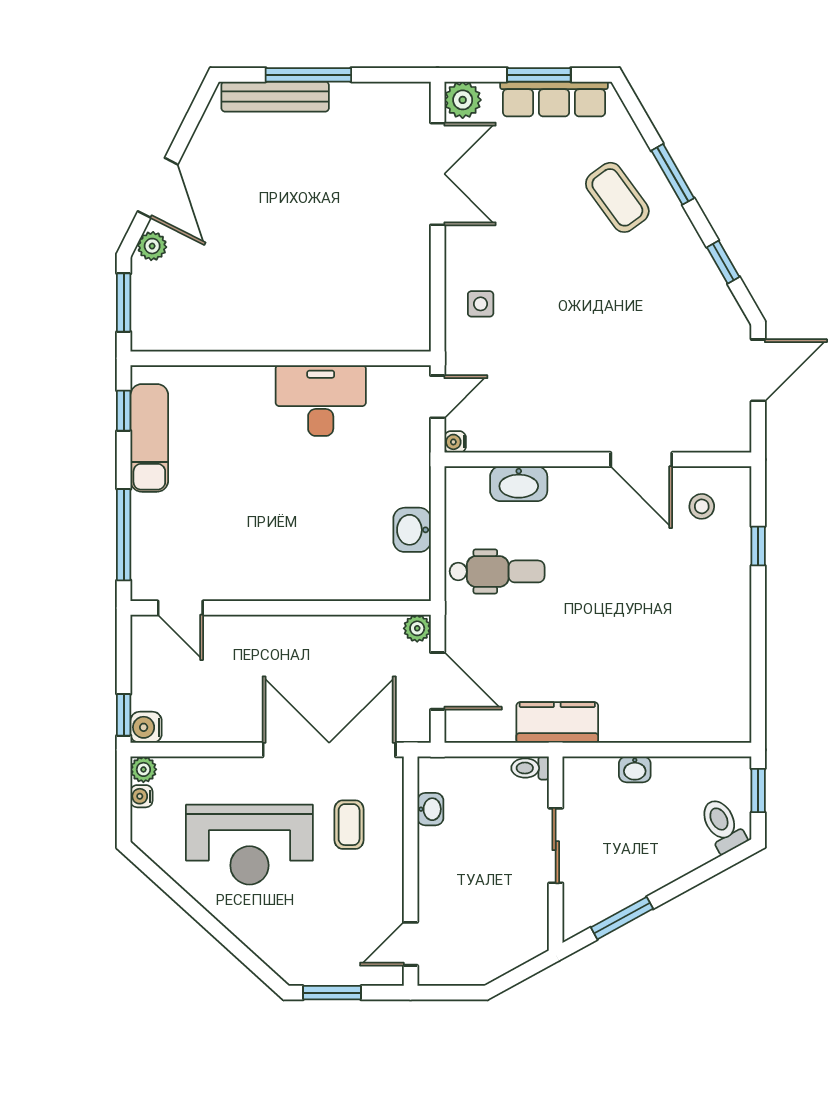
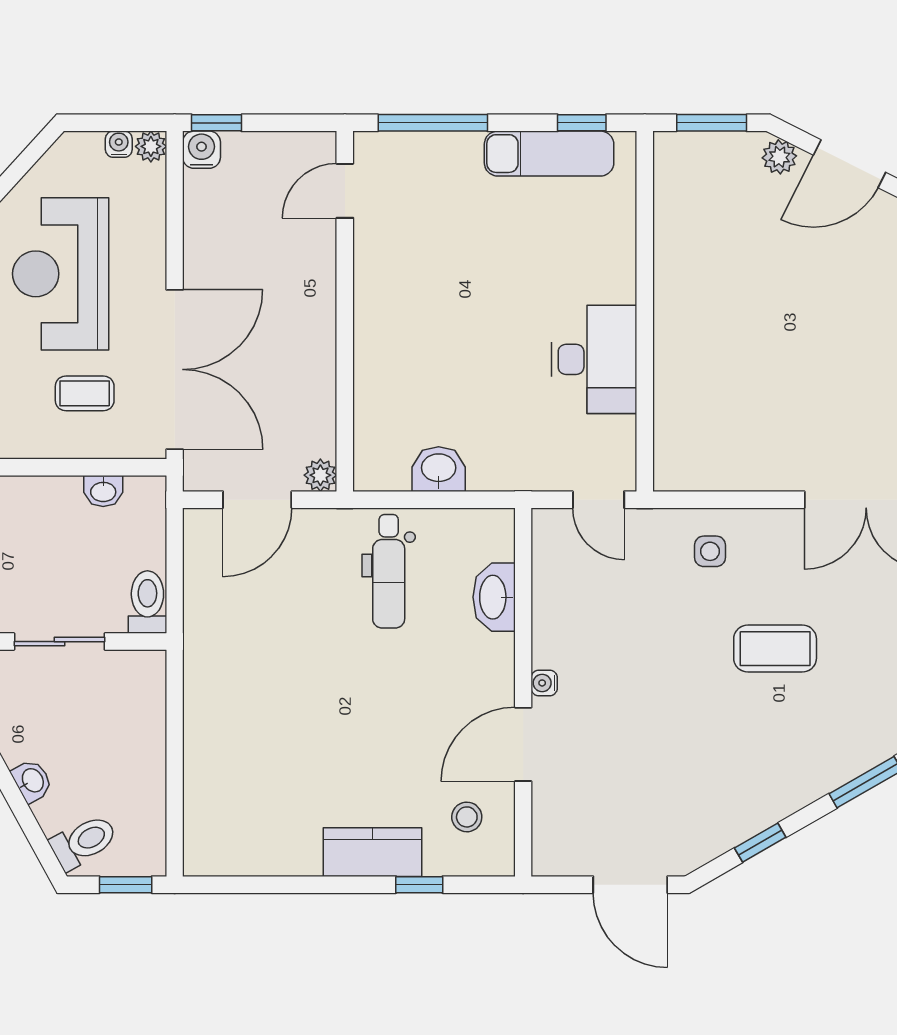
coffee table: (617, 197) -> (775, 649), moved, turned 36
water cooler: (455, 442) -> (544, 683), moved, turned -90
kitchen counter: (557, 723) -> (372, 852), moved, turned -90
toilet: (530, 768) -> (147, 602), width x1.37, depth x1.39
washbasin: (635, 769) -> (32, 781), moved, turned 151

